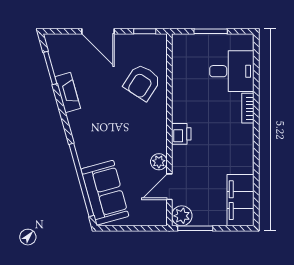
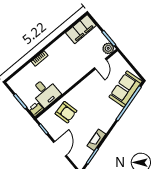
desk: (232, 71) -> (45, 92), moved, turned 180
armchair: (142, 82) -> (66, 112), turned 44
printer: (181, 134) -> (36, 109), moved
plant: (159, 162) -> (94, 77), removed
door: (169, 187) -> (100, 64), hinge flipped

